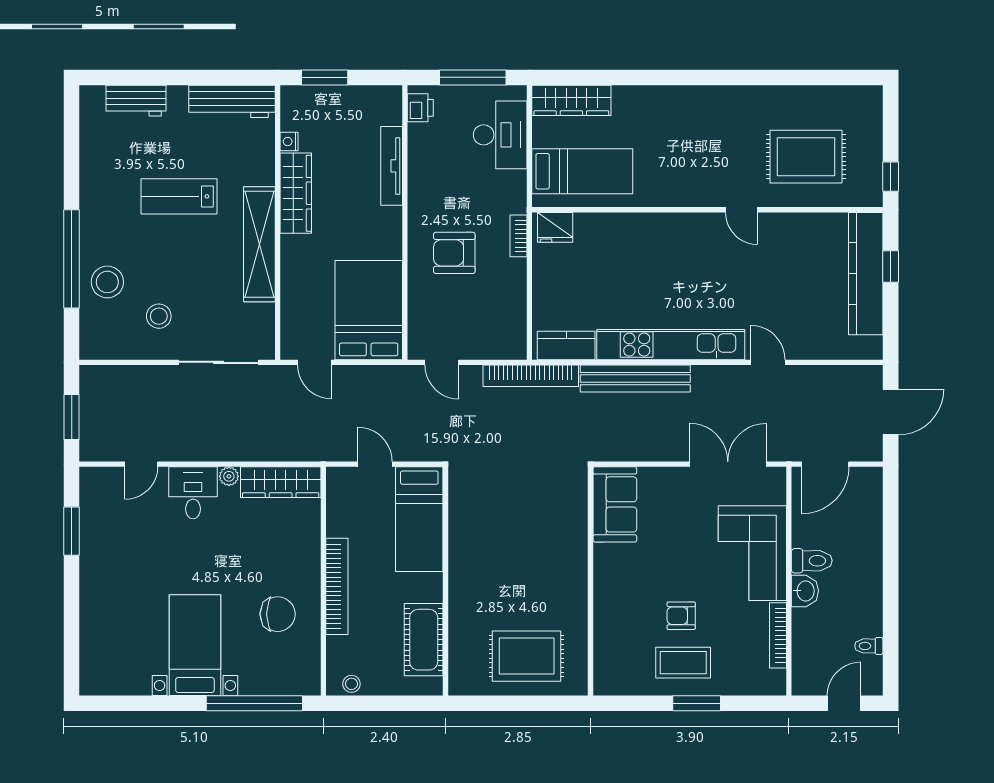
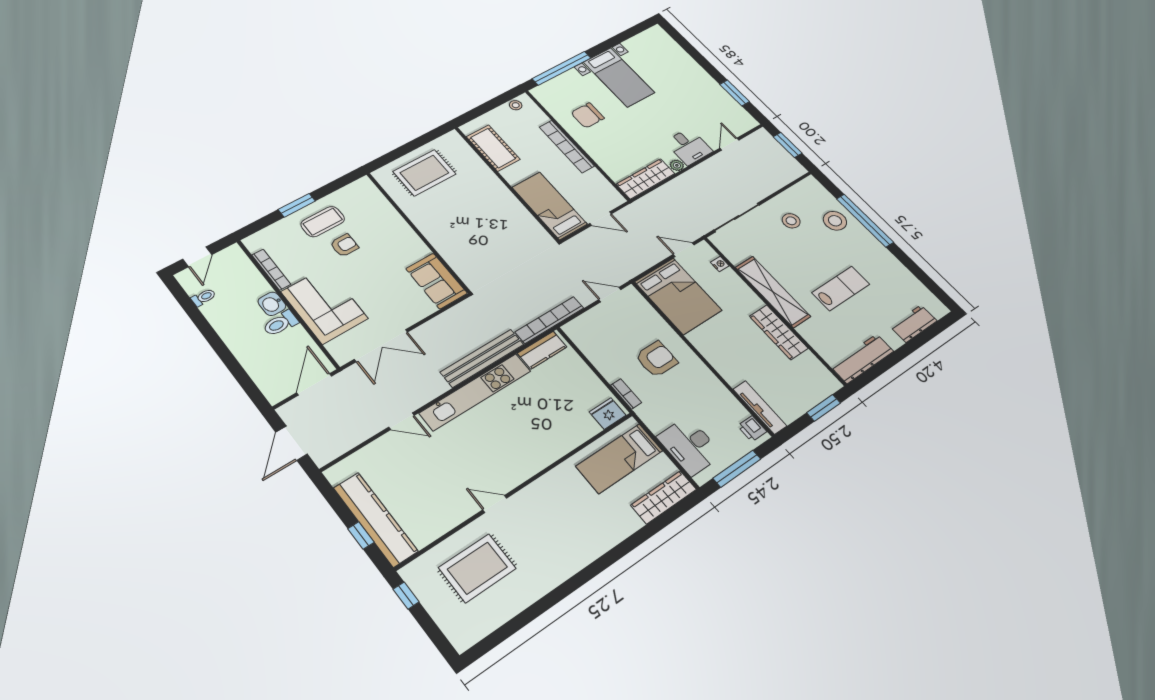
nightstand: (289, 142) -> (720, 264), moved
tv unit: (392, 166) -> (760, 407), moved

